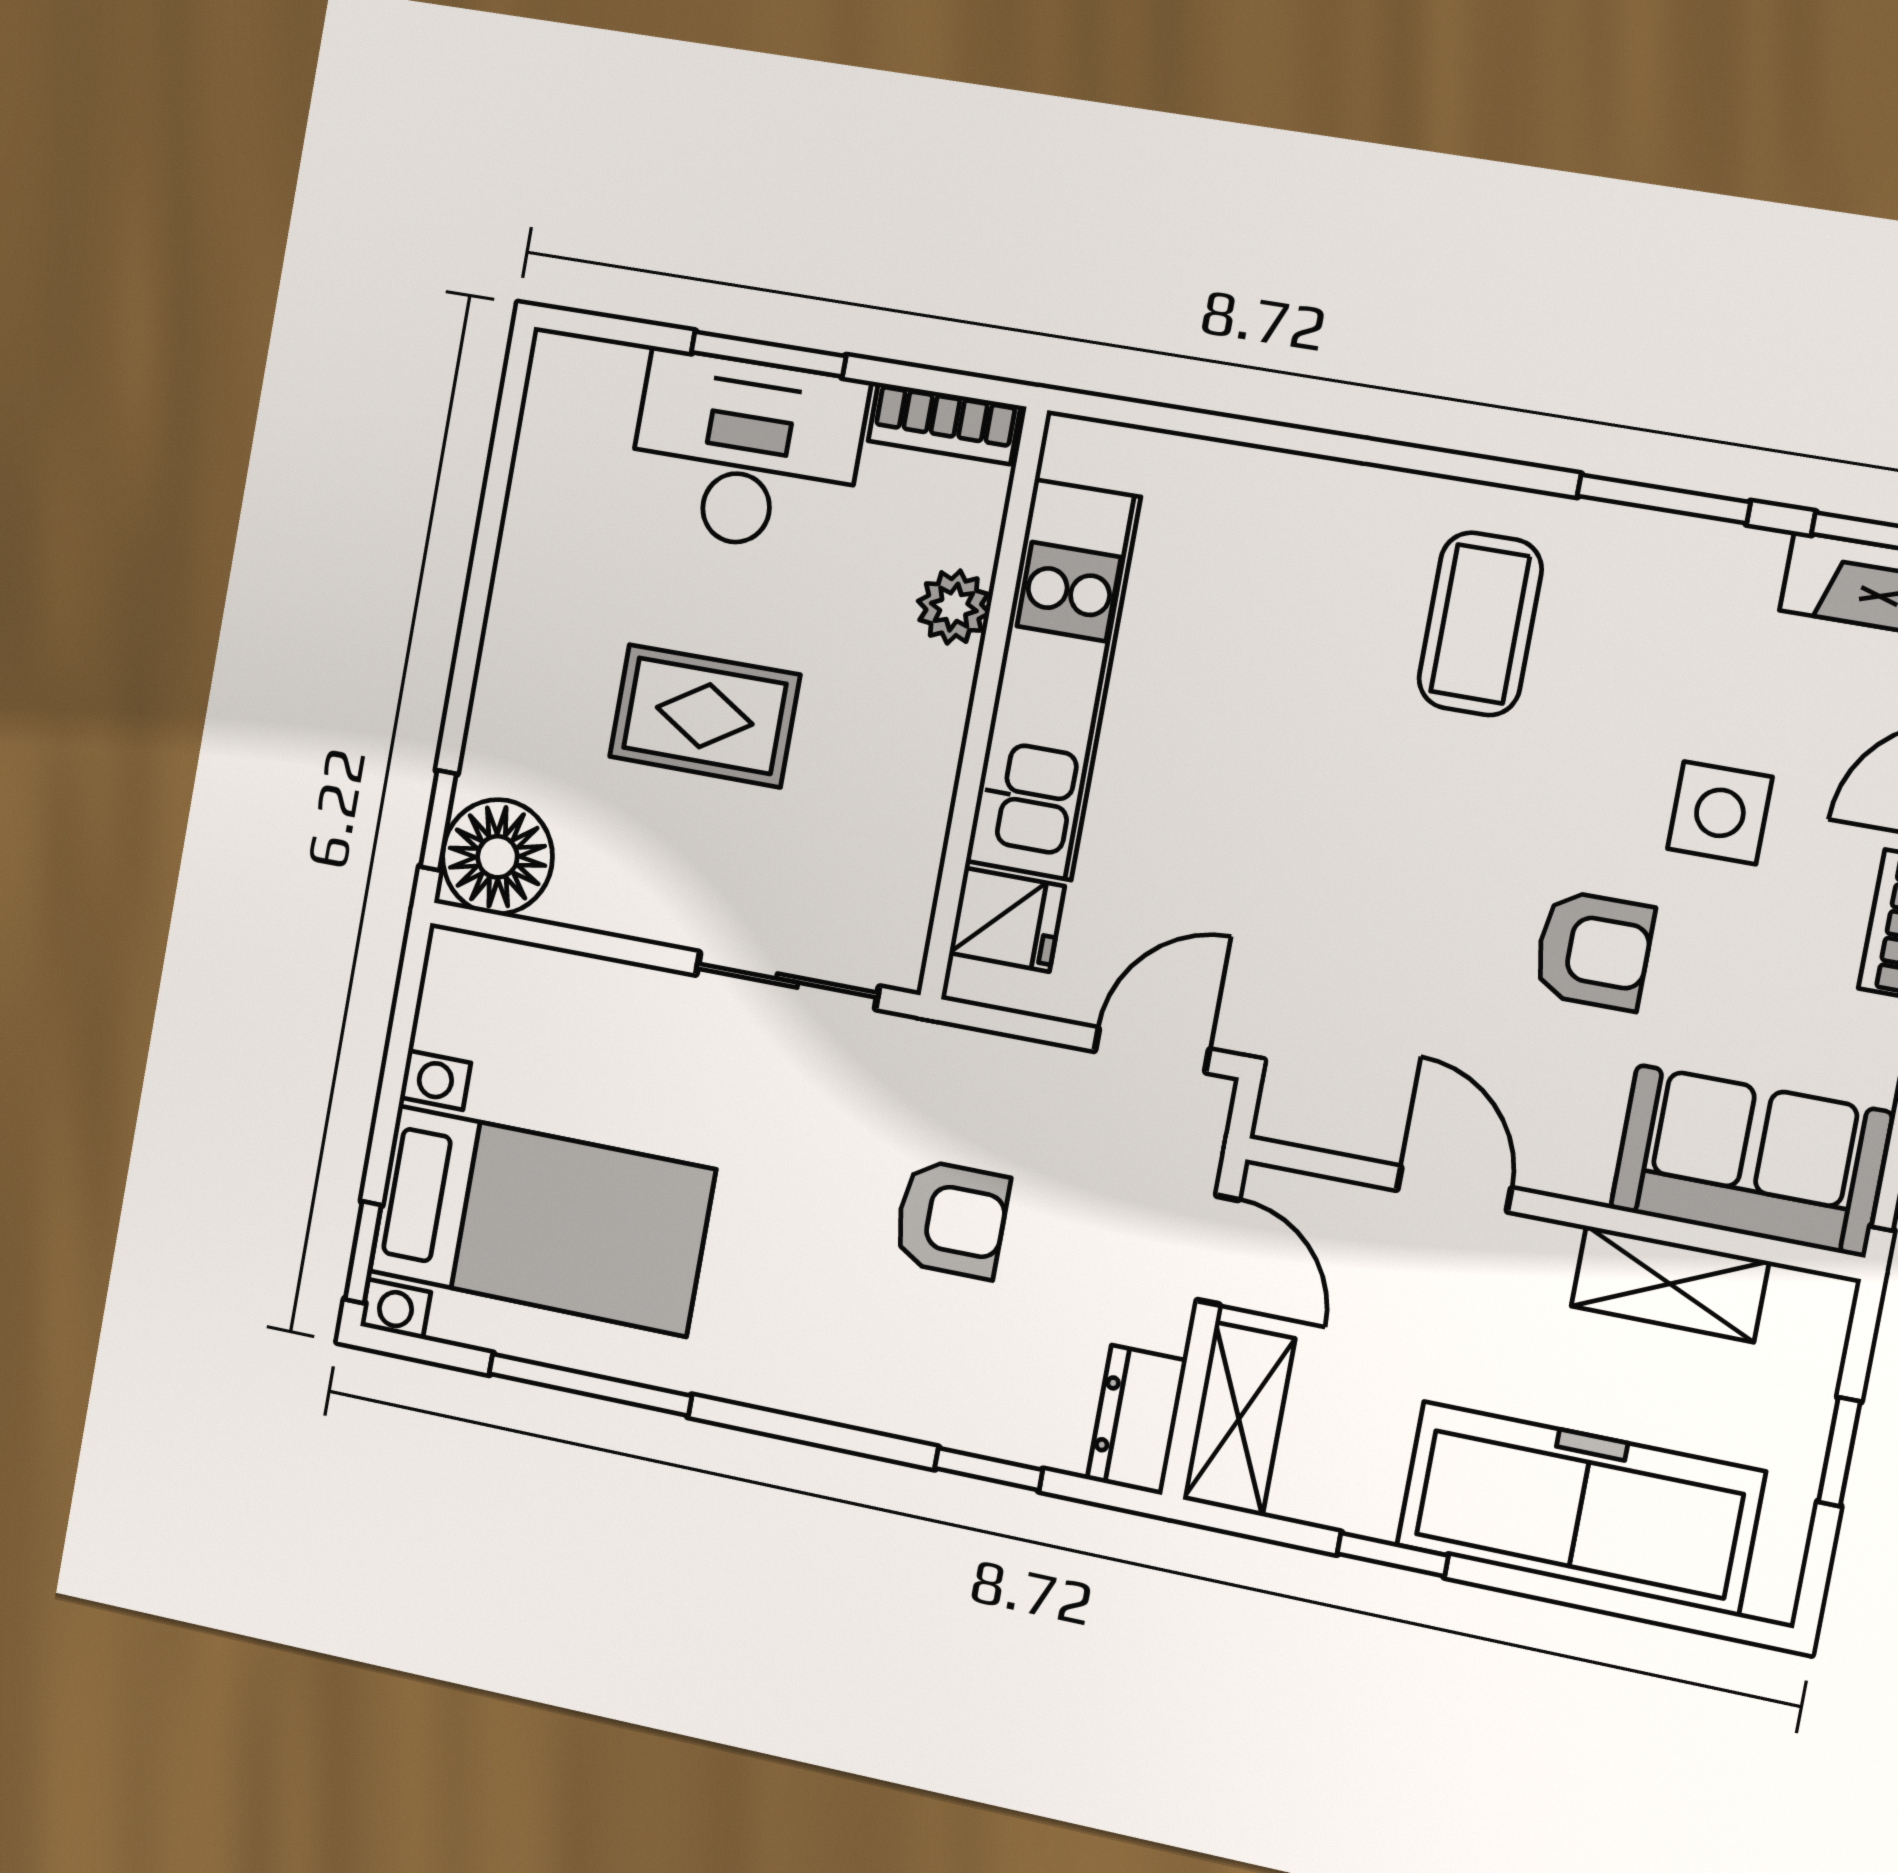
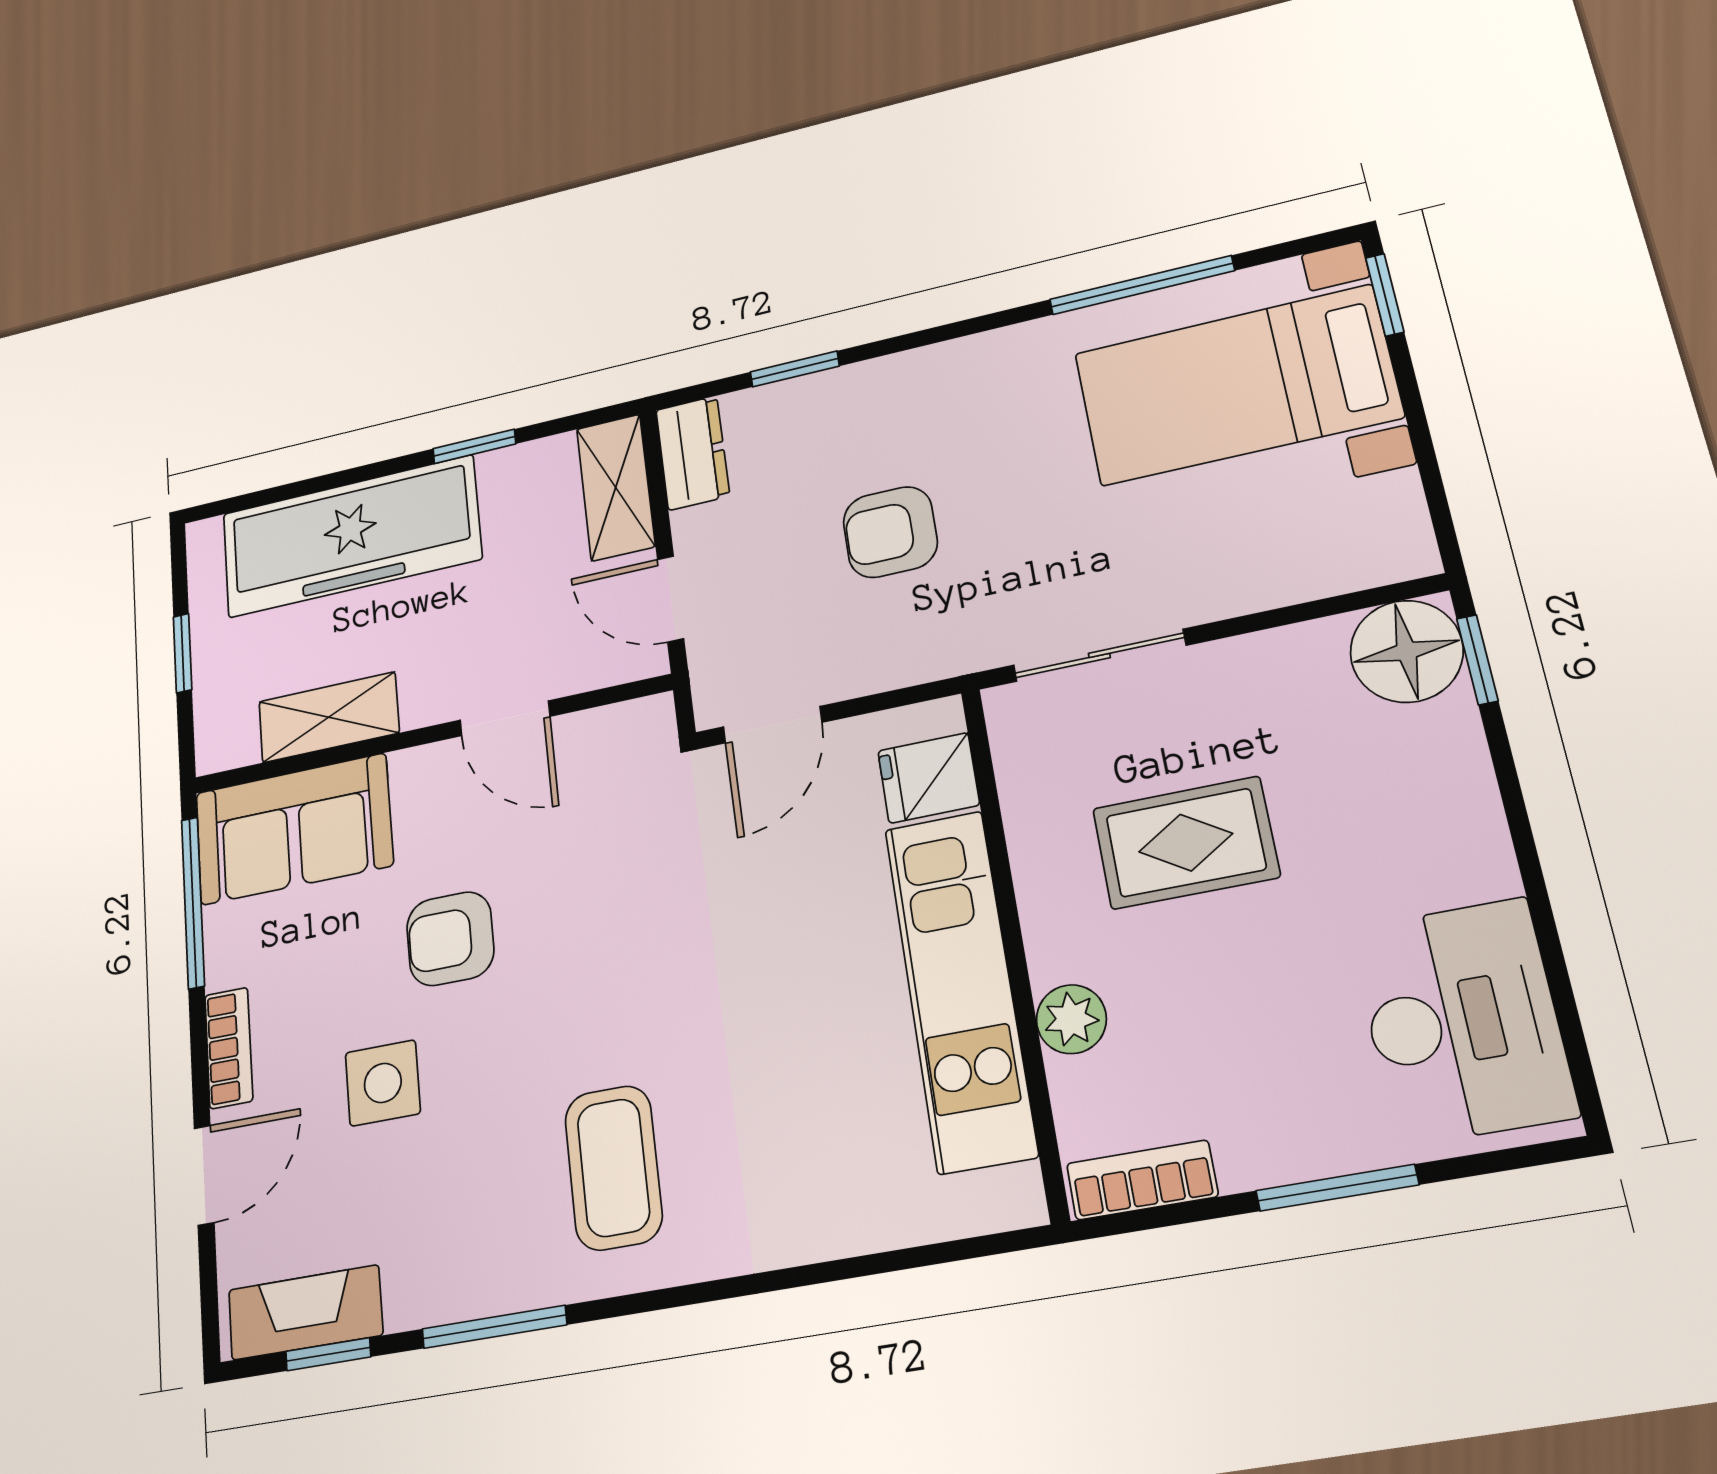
desk: (746, 453) -> (1462, 1021), moved, turned -90
rug: (705, 716) -> (1186, 843), moved

